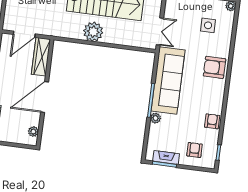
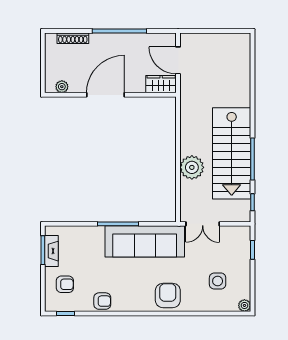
plant: (93, 32) -> (192, 167), moved
wardrobe: (41, 57) -> (161, 84), width x0.67
door: (45, 97) -> (105, 95), hinge flipped
plant: (156, 118) -> (97, 232), removed

